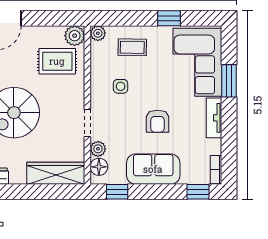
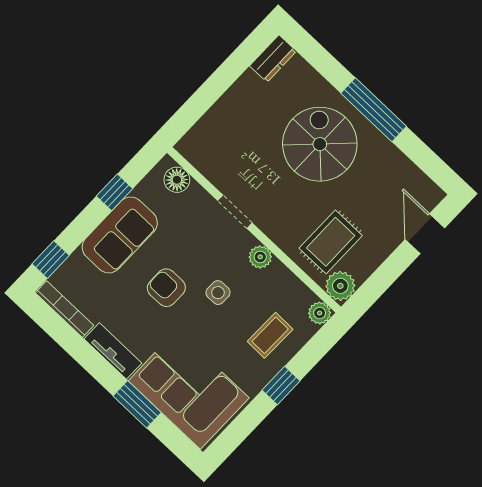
window: (169, 18) -> (281, 385), moved
side table: (121, 86) -> (218, 293), moved
plant: (98, 149) -> (260, 257), moved
bookcase: (216, 170) -> (65, 309), width x1.56
wardrobe: (56, 173) -> (213, 127), removed
window: (117, 192) -> (114, 192), moved

